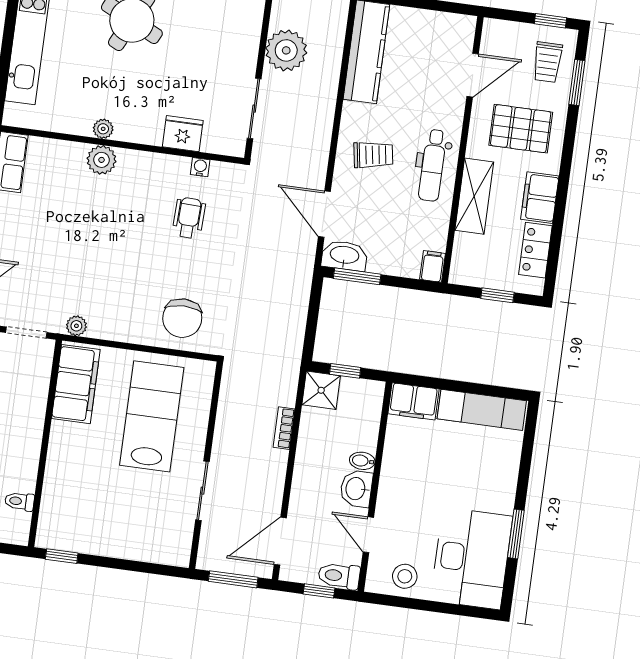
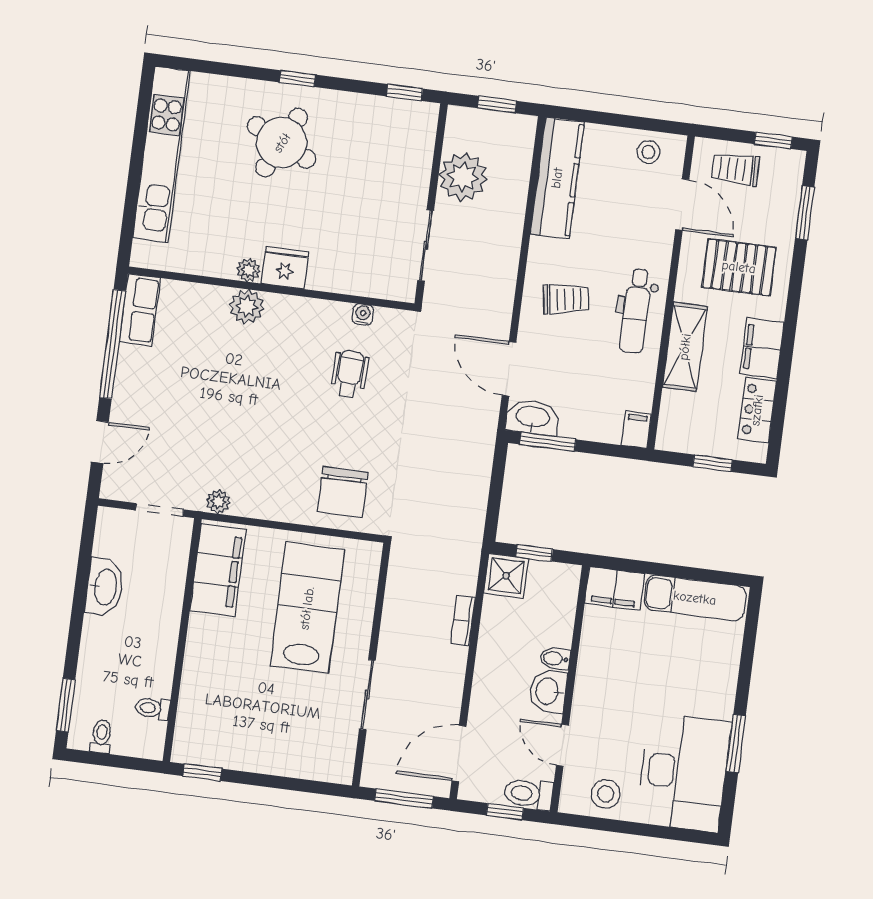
stool: (444, 30) -> (648, 152), added
trolley: (548, 62) -> (735, 169), moved, turned 89
door: (473, 75) -> (682, 205), hinge flipped
fridge: (183, 134) -> (285, 268), moved

